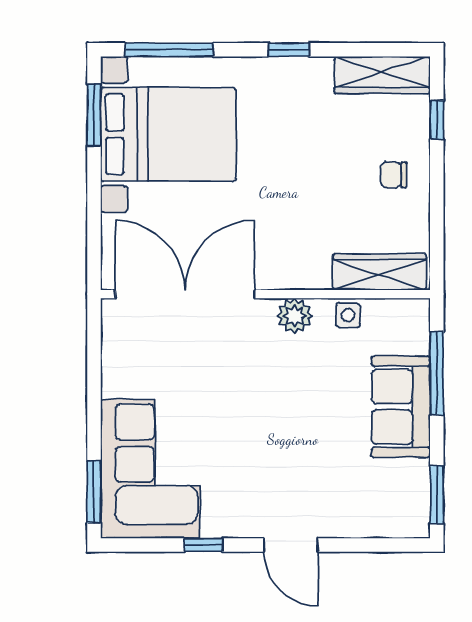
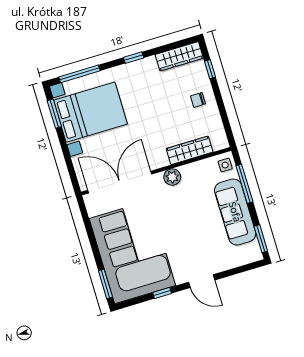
wardrobe: (380, 272) -> (190, 150), moved
side table: (348, 315) -> (225, 165), moved
sofa: (401, 407) -> (235, 212), width x1.36
corner sofa: (150, 469) -> (132, 252), width x1.36, depth x1.36

